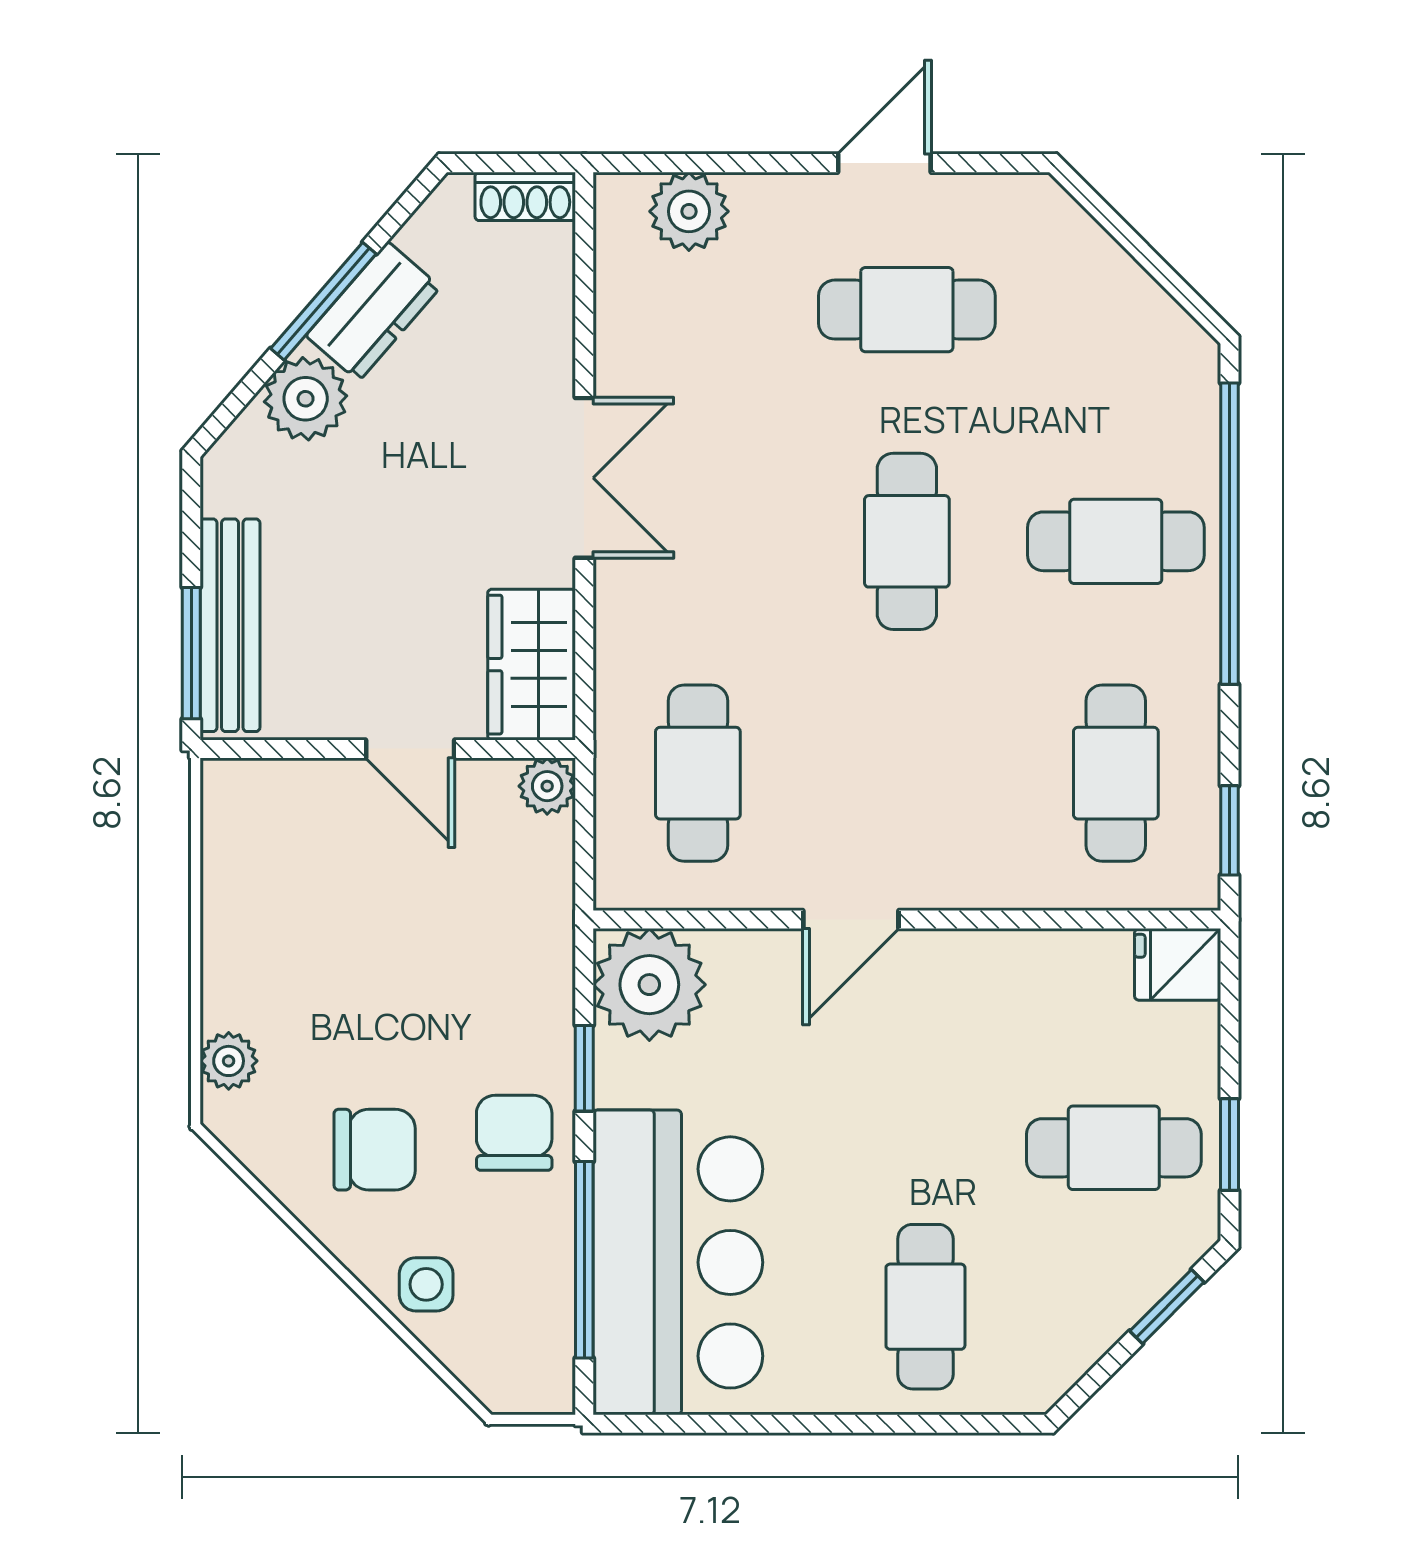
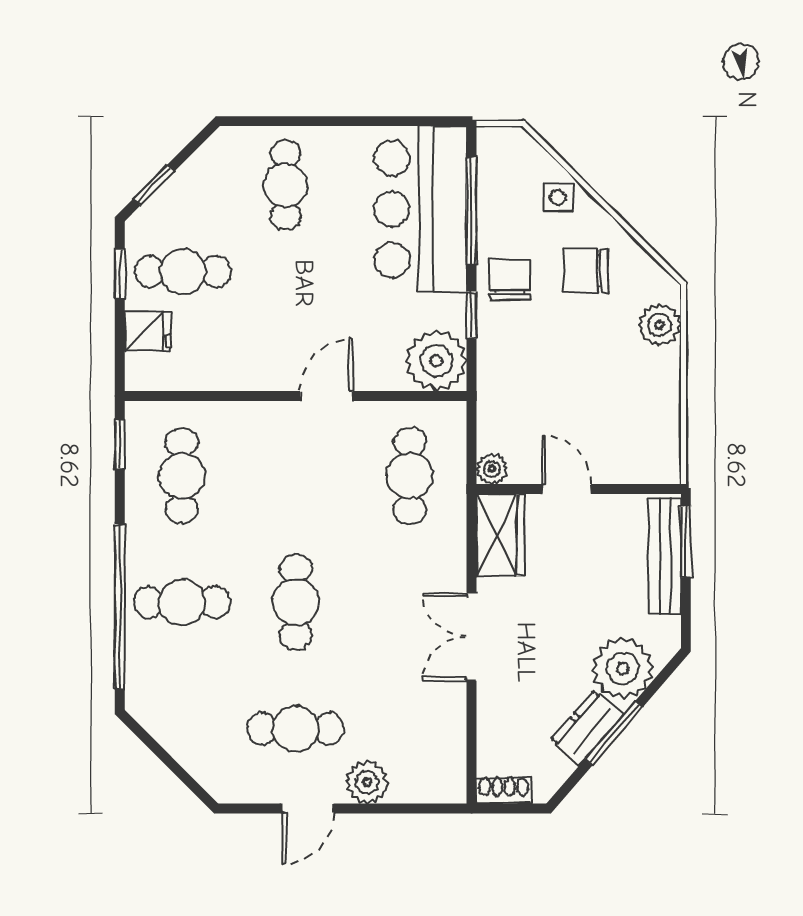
plant: (689, 211) -> (367, 782), moved
plant: (306, 399) -> (623, 668), width x1.36, depth x1.36
fridge: (1178, 964) -> (148, 331), moved
plant: (229, 1061) -> (660, 325), width x1.38, depth x1.38
chair: (514, 1133) -> (510, 280), turned 180

